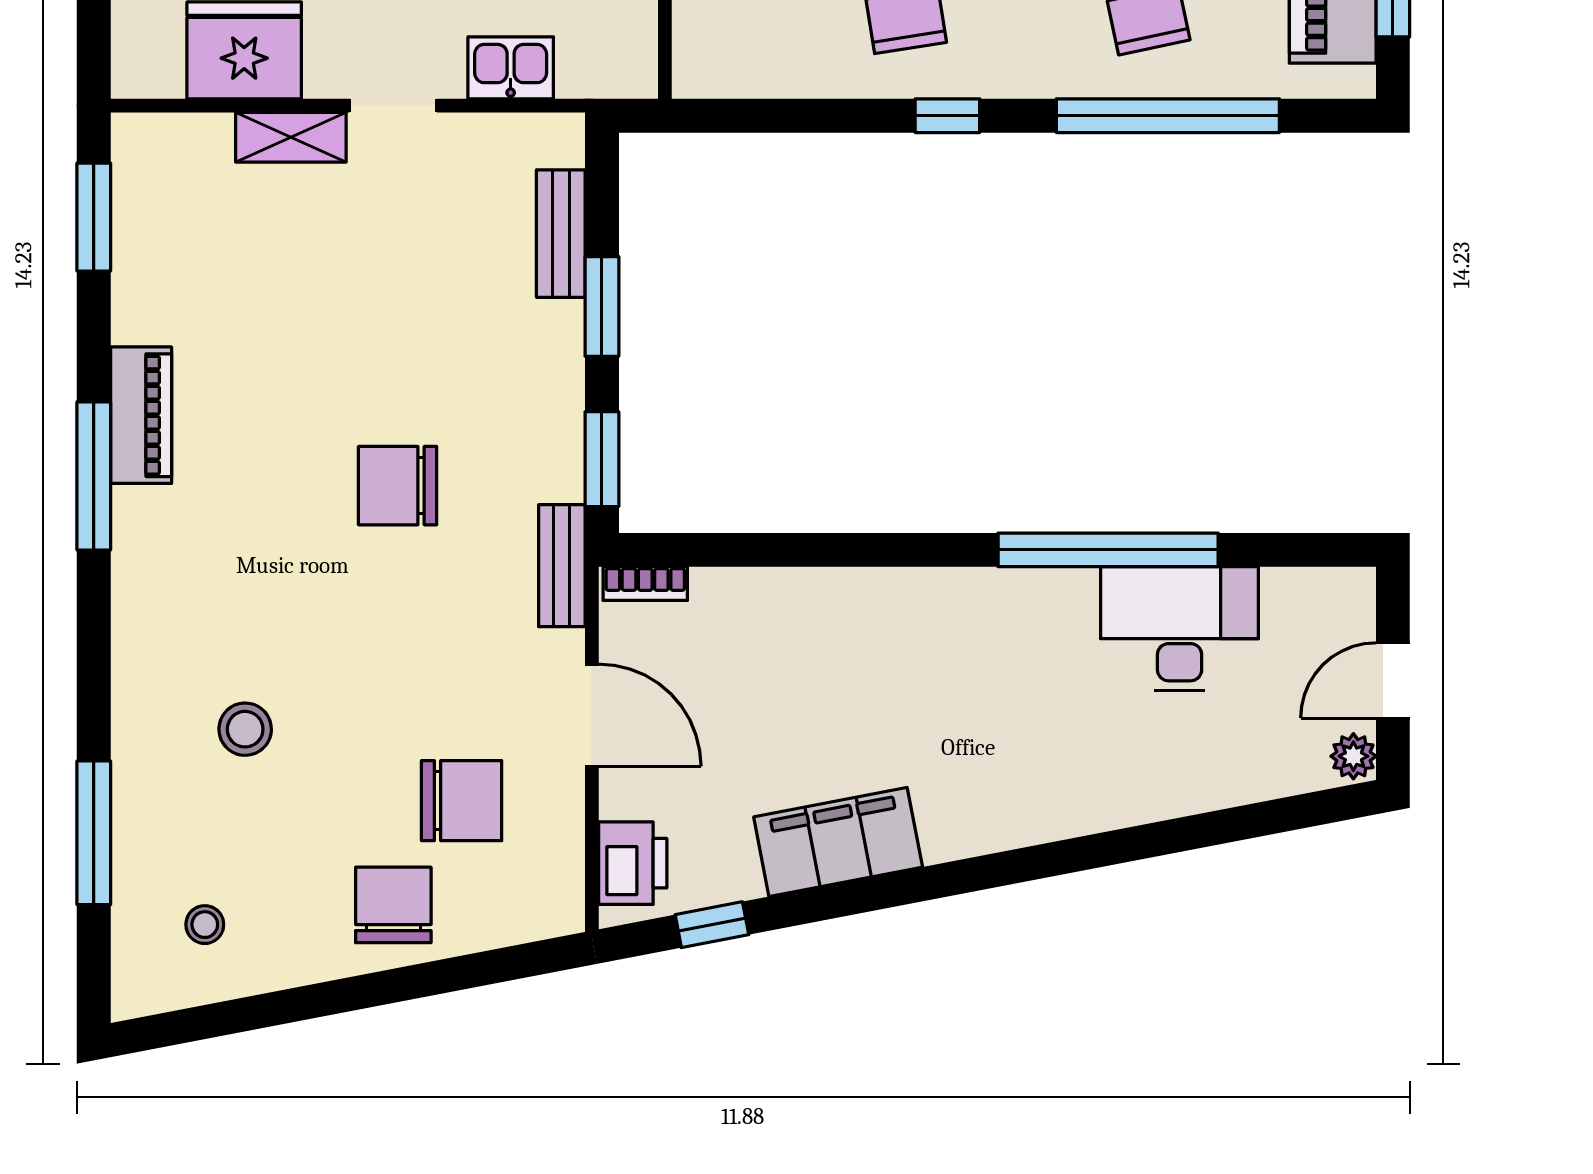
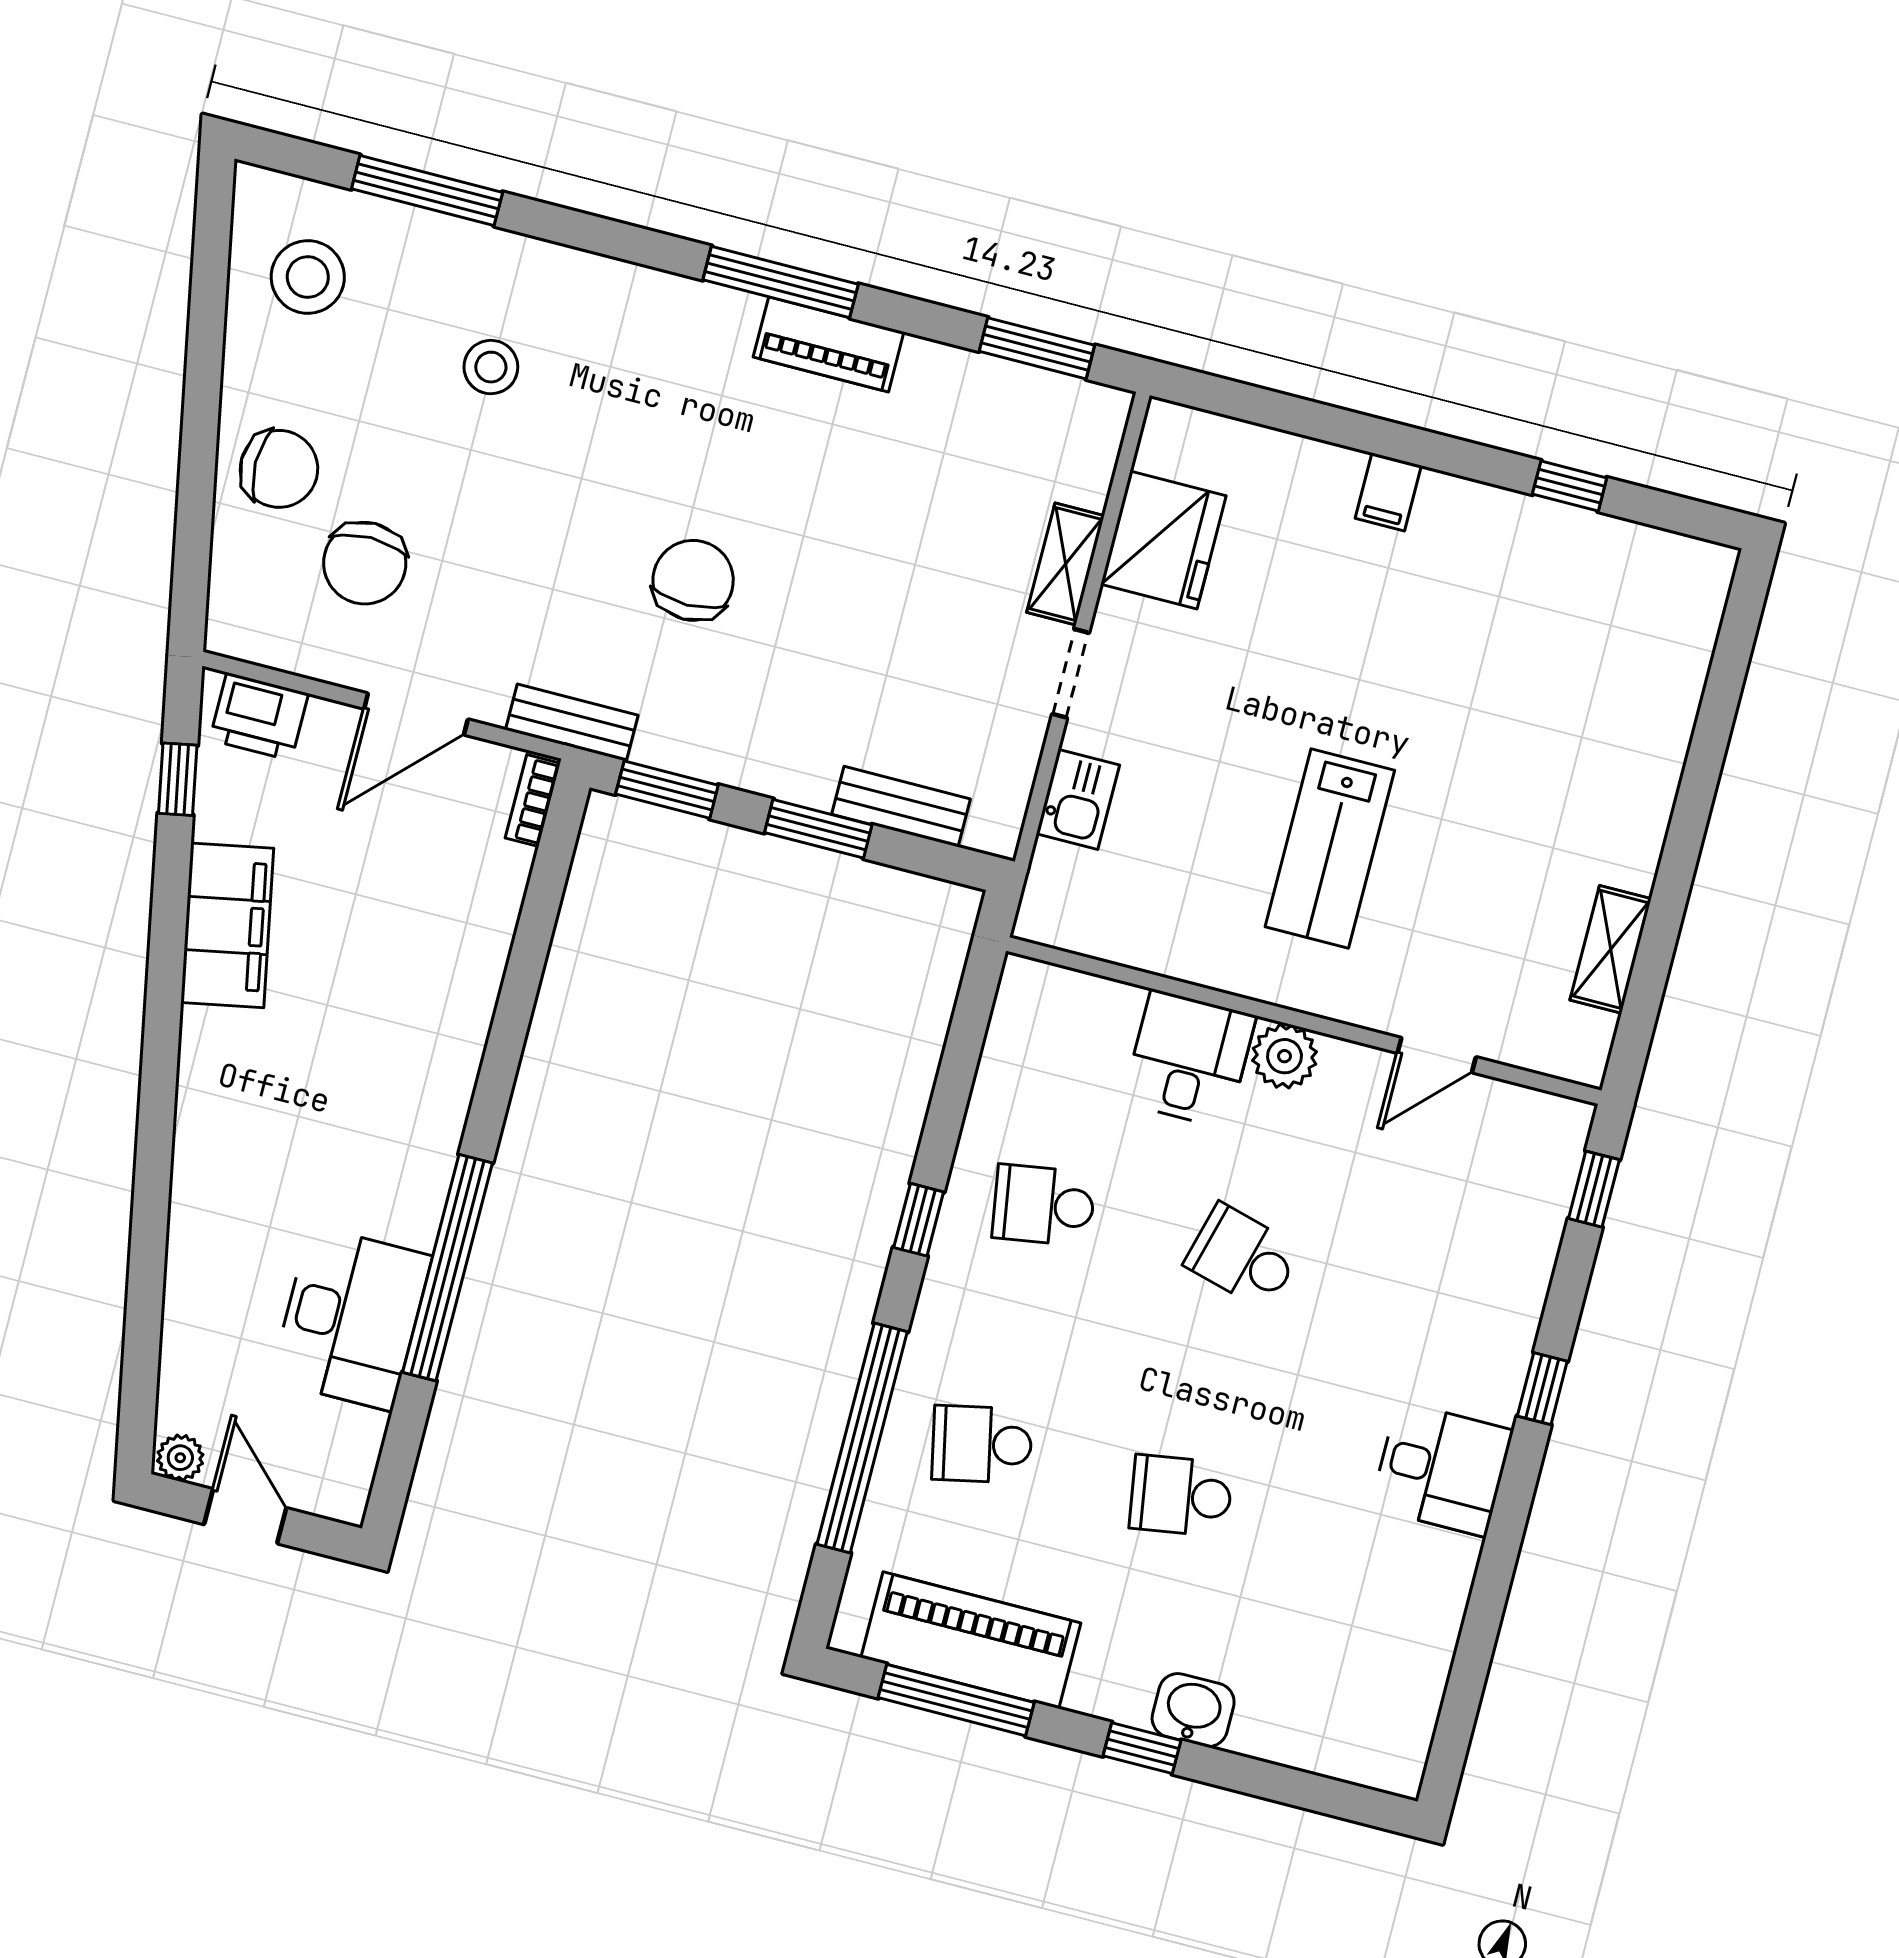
stool: (205, 925) -> (308, 277), width x1.89, depth x1.89

